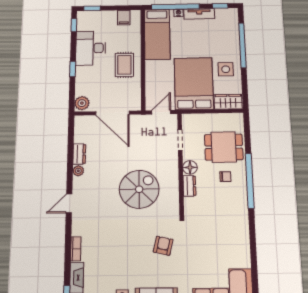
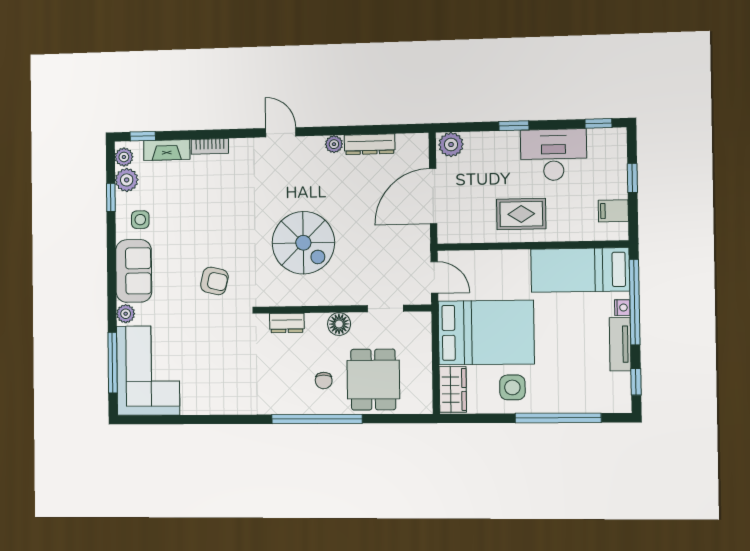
window: (92, 8) -> (632, 178), moved
dresser: (79, 154) -> (370, 144), width x1.44
dresser: (189, 186) -> (287, 323), moved

